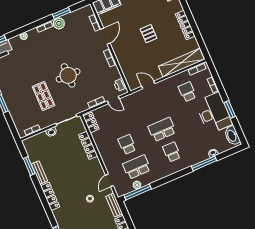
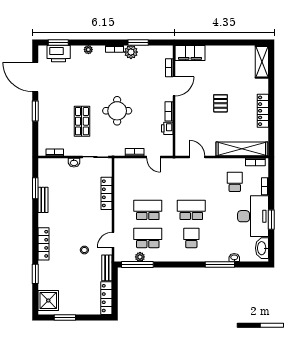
printer: (120, 85) -> (167, 128), moved
locker: (91, 123) -> (120, 171), removed
school desk: (127, 144) -> (148, 210), width x1.85
locker: (50, 196) -> (44, 244), moved

